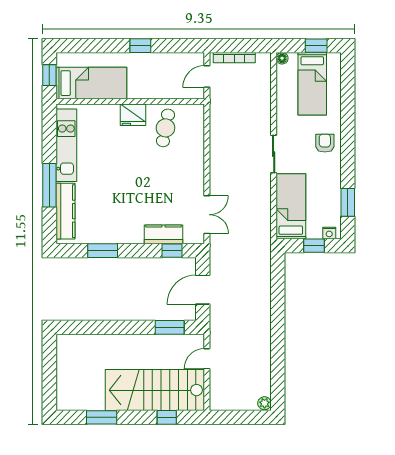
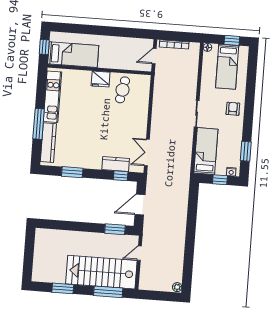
window: (140, 46) -> (109, 31), removed
double door: (207, 215) -> (147, 153), swing flipped
window: (167, 417) -> (108, 292), width x2.17

